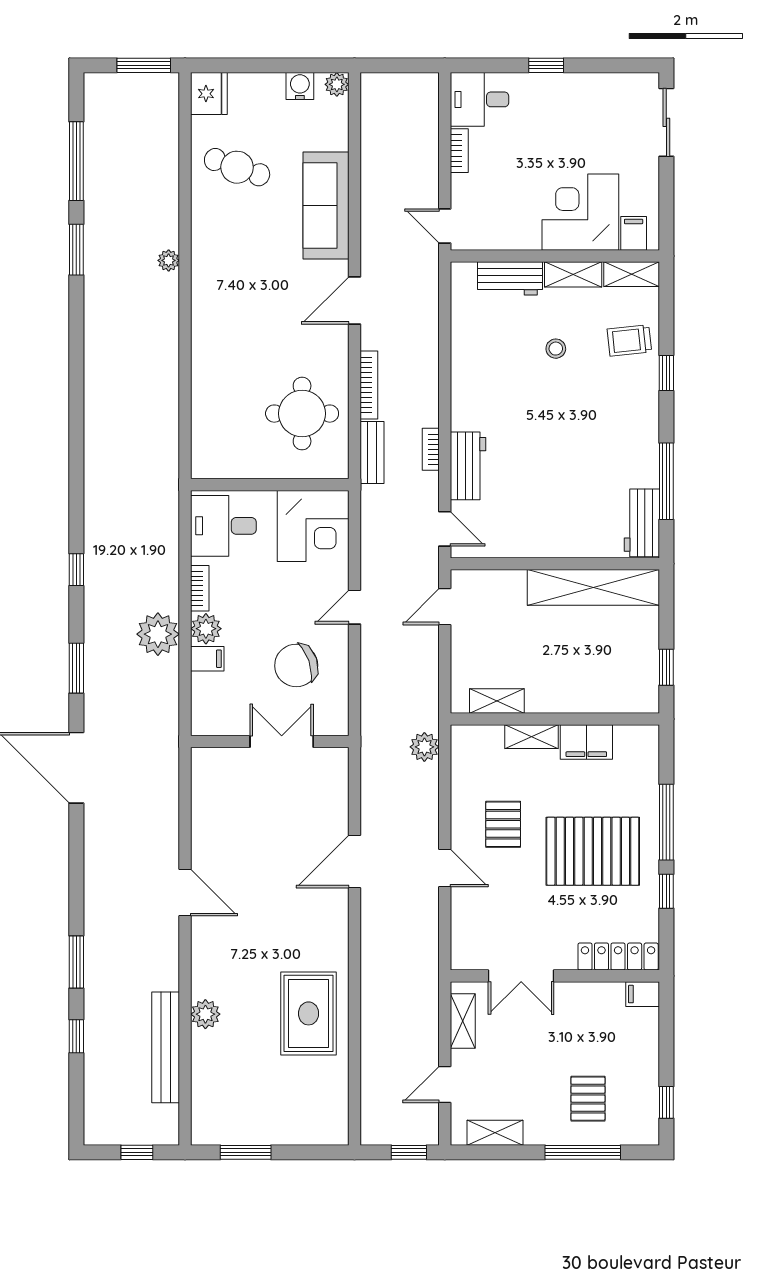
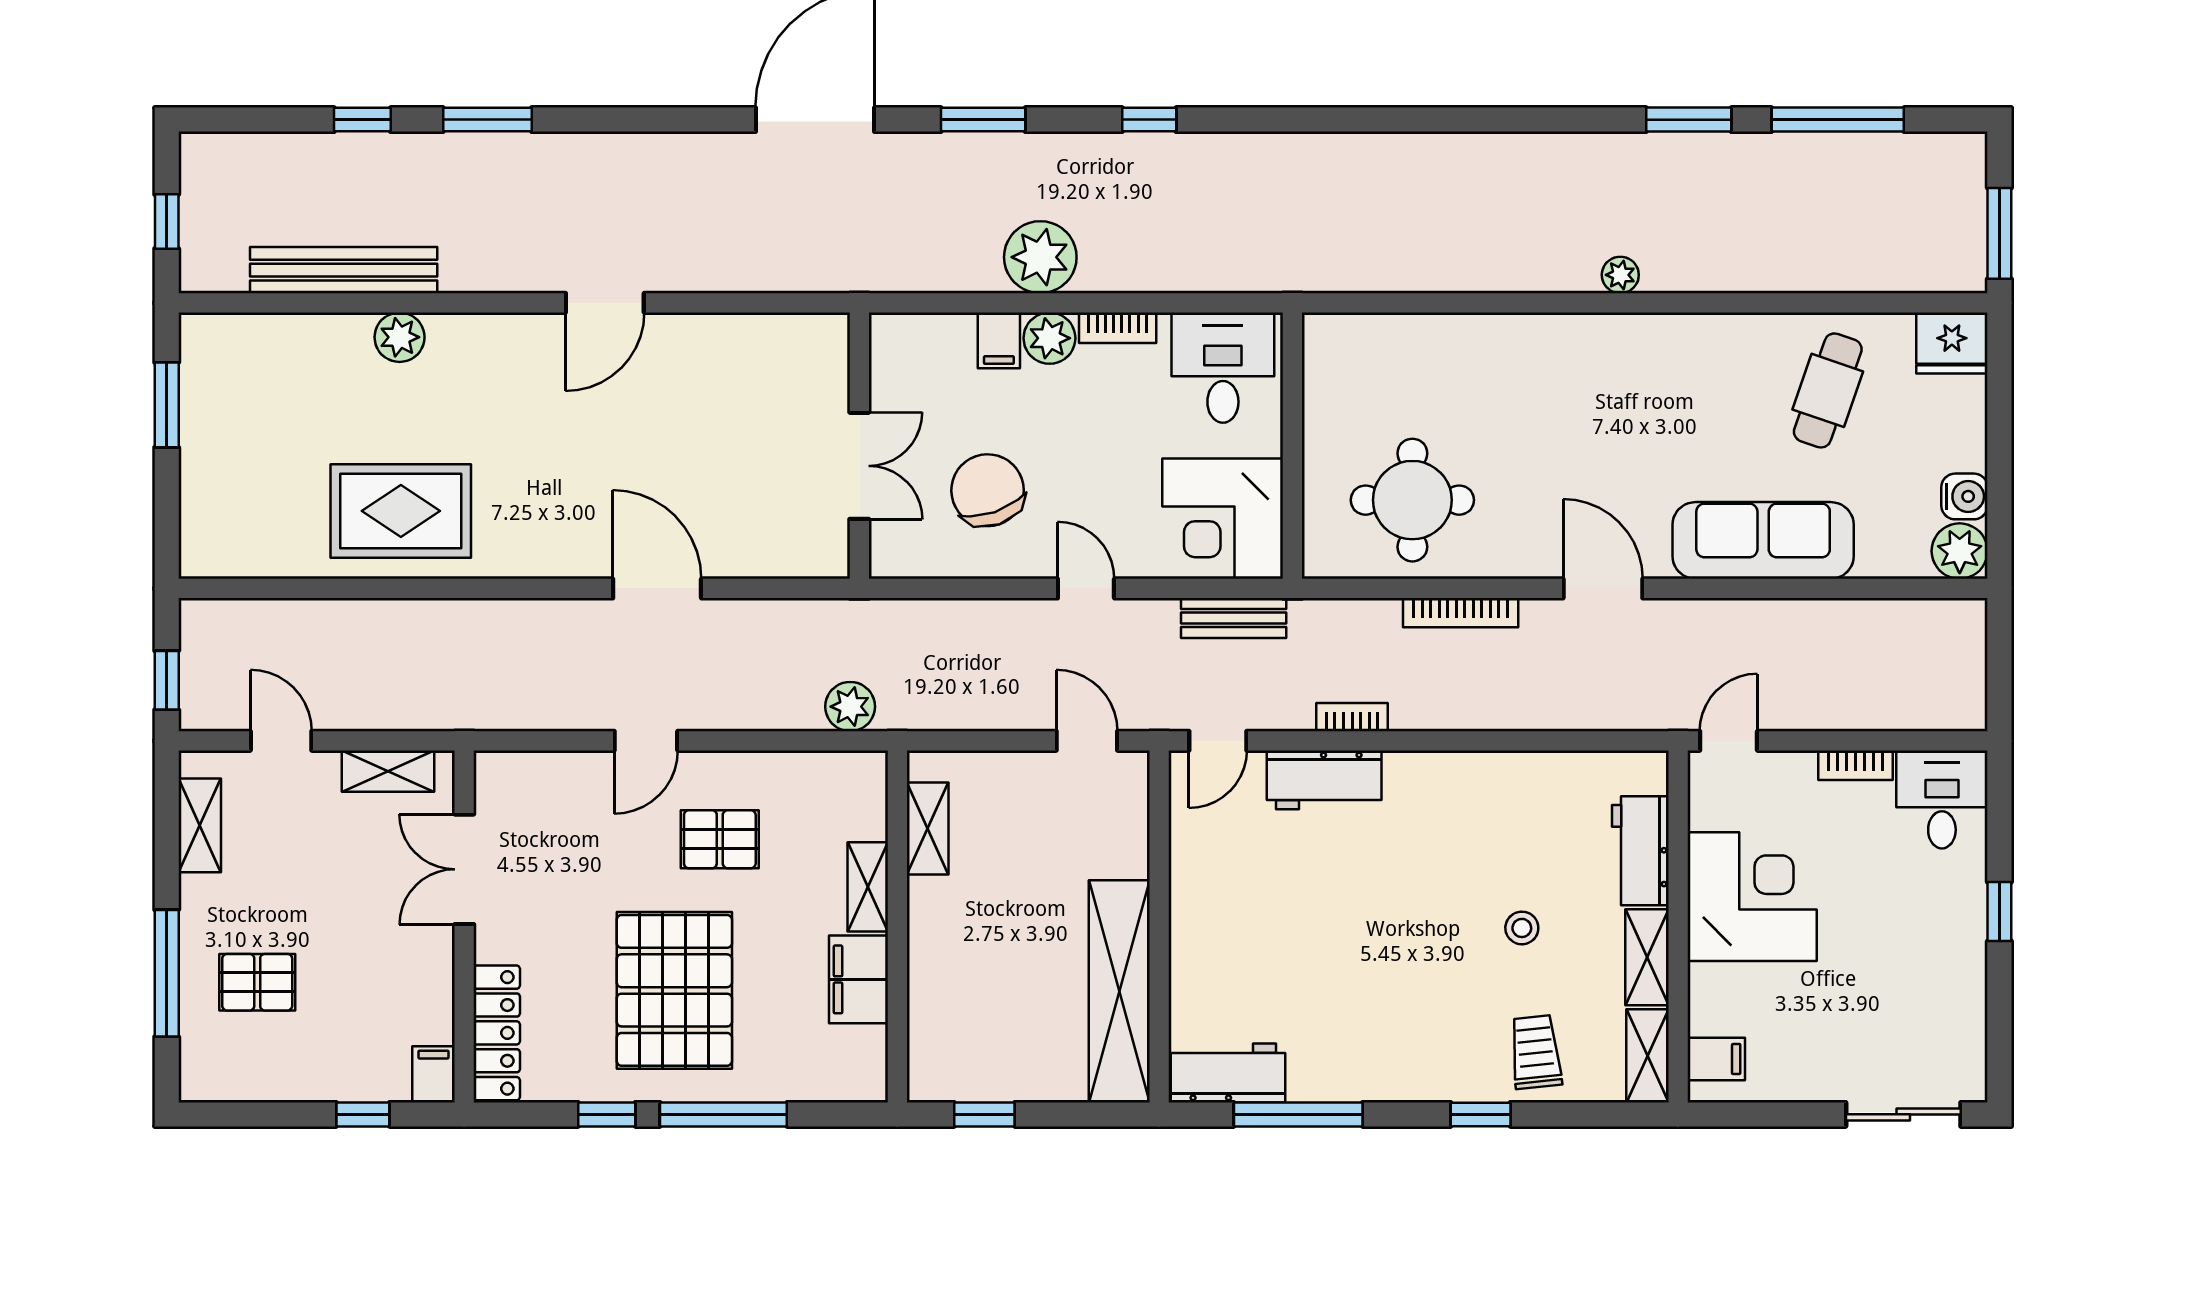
plant: (337, 84) -> (1960, 551), width x1.38, depth x1.38
corner desk: (580, 212) -> (1752, 897), moved
plant: (169, 260) -> (1620, 275), moved
bench: (372, 452) -> (1234, 618), moved
window: (666, 1102) -> (363, 1114), moved

